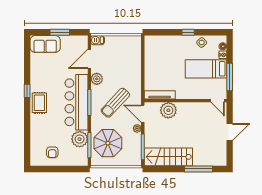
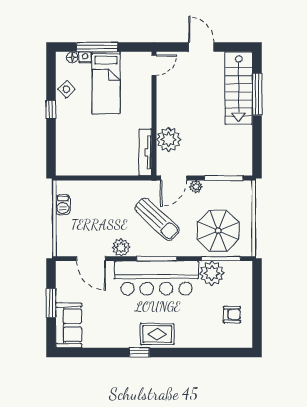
barbecue: (98, 40) -> (63, 205), moved
window: (230, 77) -> (97, 47), moved
stairs: (168, 157) -> (239, 88), moved

